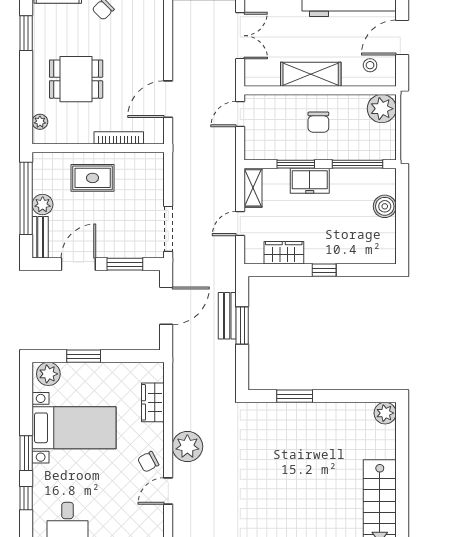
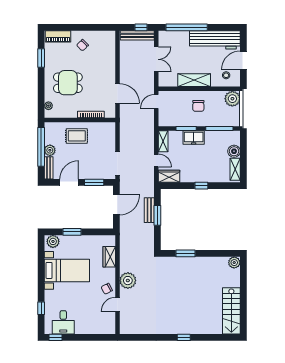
door: (168, 99) -> (117, 94), swing flipped
door: (240, 224) -> (156, 160), swing flipped
shelving: (387, 240) -> (235, 169), added
wardrobe: (284, 253) -> (169, 176), moved
window: (26, 453) -> (41, 284), removed

